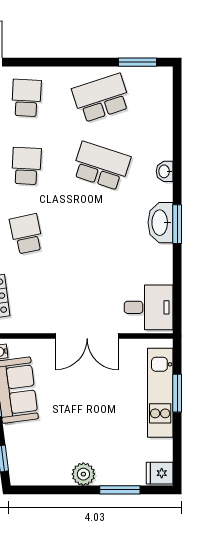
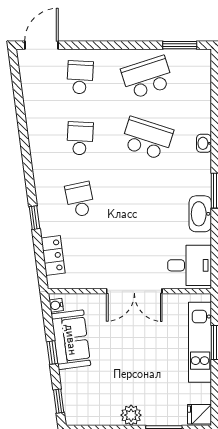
washbasin: (160, 223) -> (200, 214), moved

